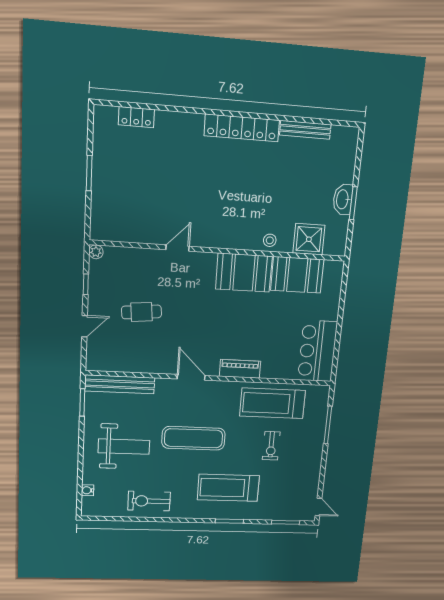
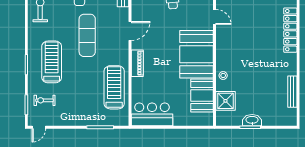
locker: (242, 128) -> (290, 30), moved
booth: (244, 273) -> (197, 54), width x1.36, depth x1.42
exercise bike: (271, 446) -> (45, 100), moved

